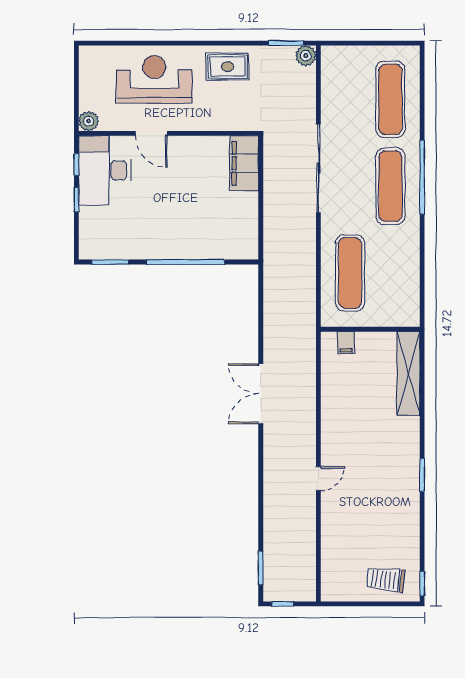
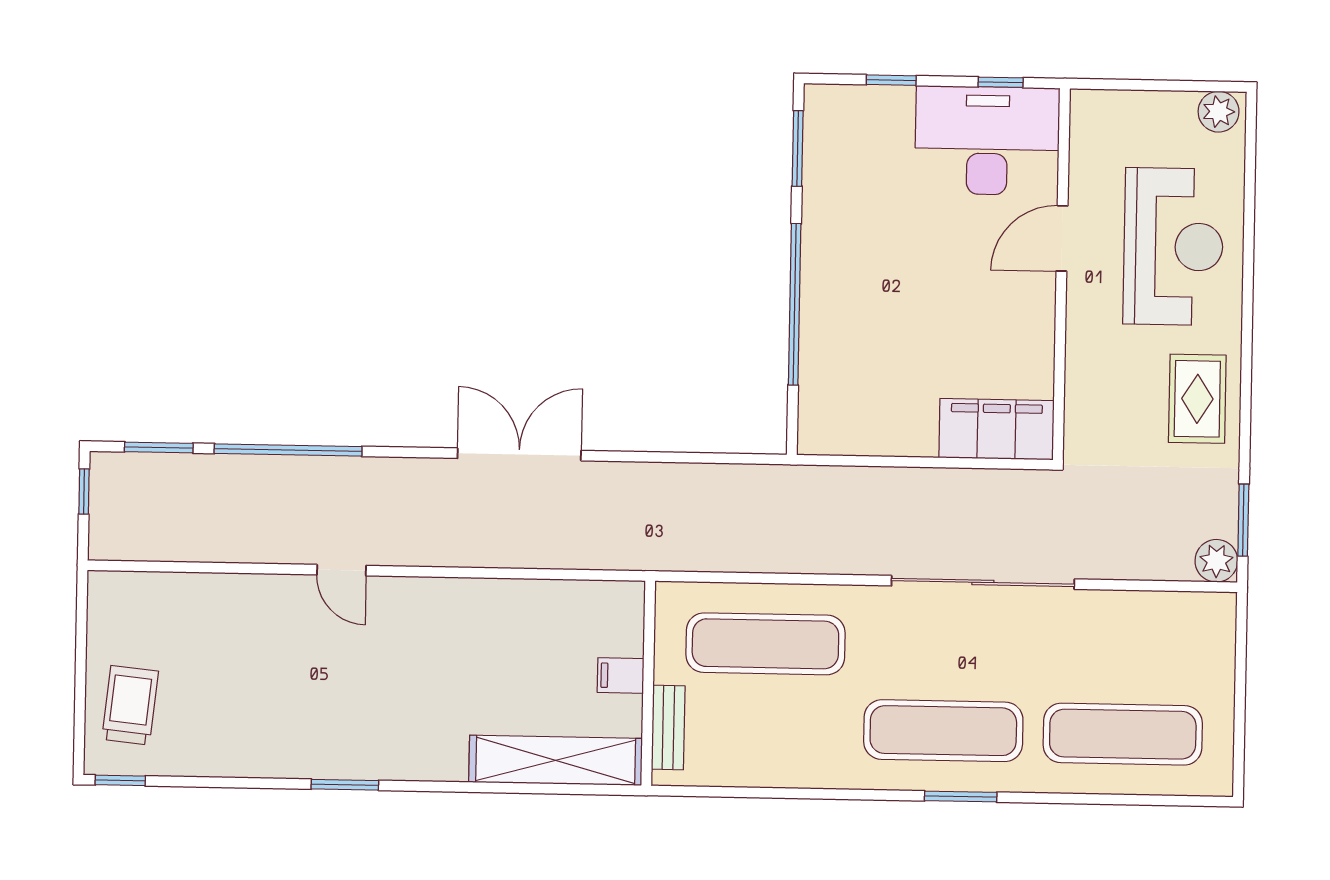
plant: (89, 121) -> (1219, 112), moved
window: (422, 177) -> (961, 797), width x0.47
window: (76, 200) -> (891, 80), moved
bench: (391, 319) -> (668, 727), added
filing cabinet: (346, 343) -> (621, 676), moved
window: (261, 506) -> (288, 450), added

